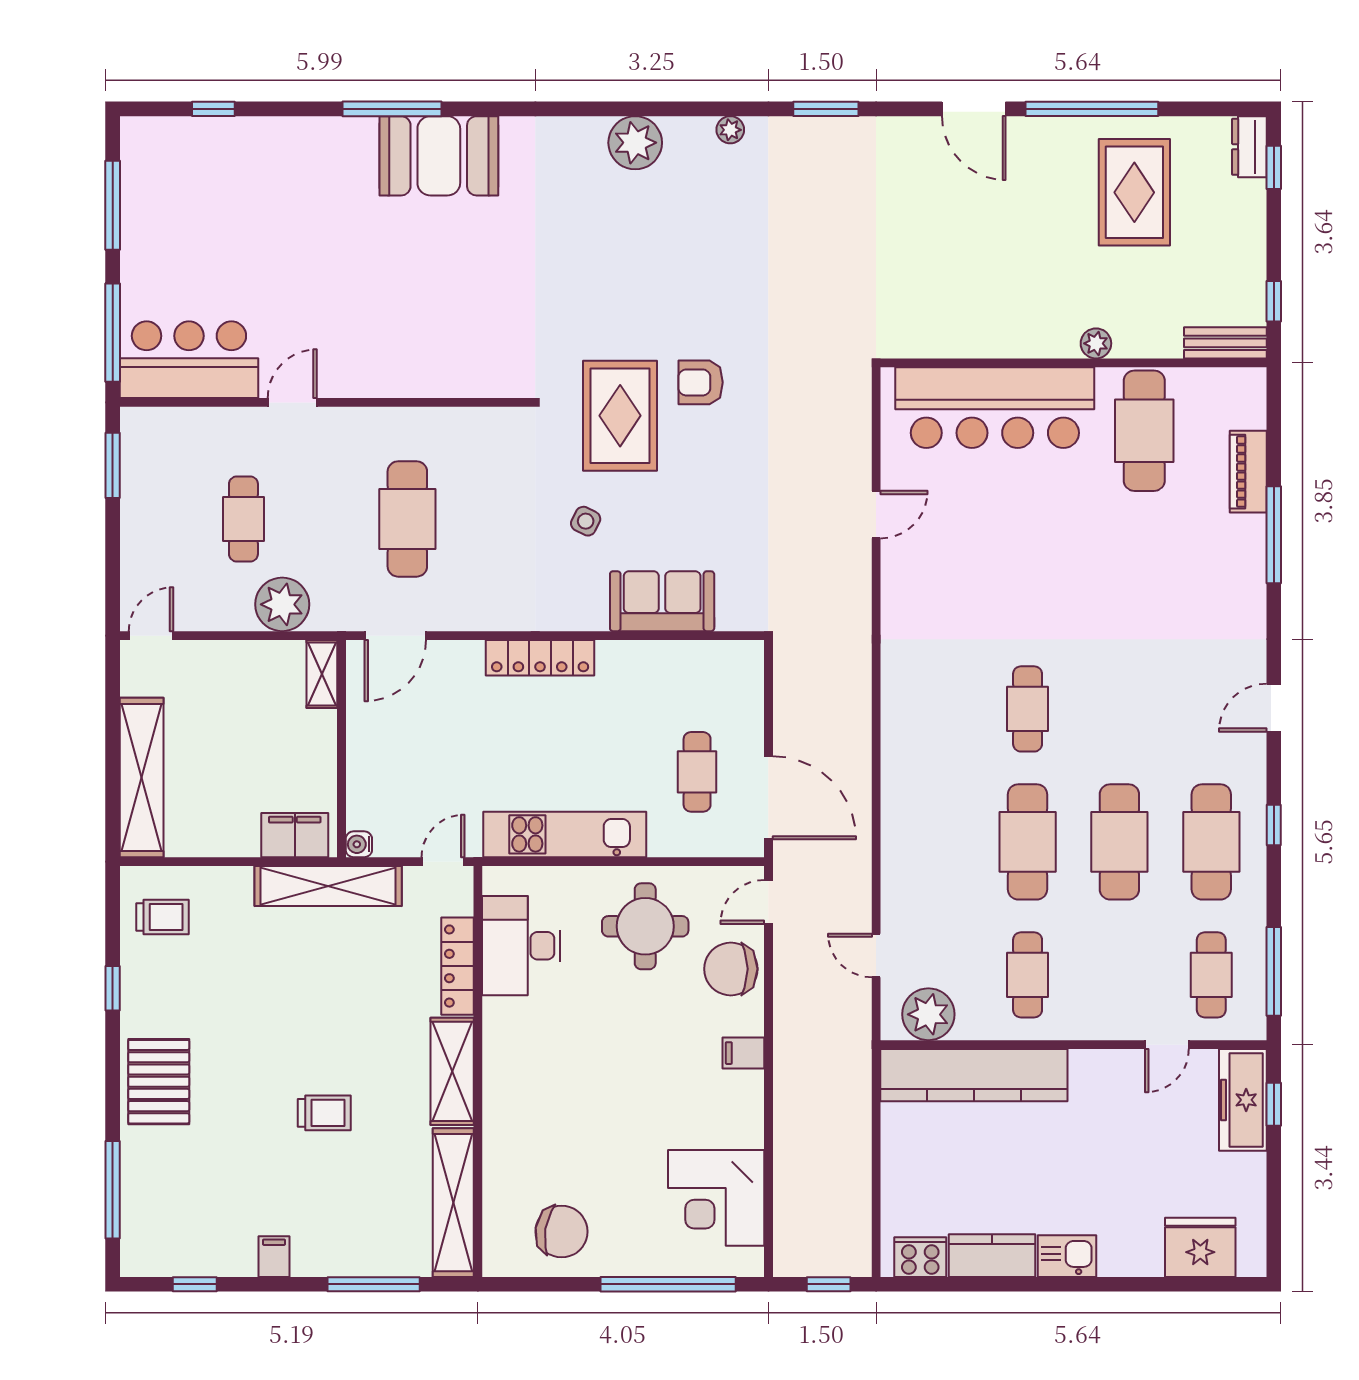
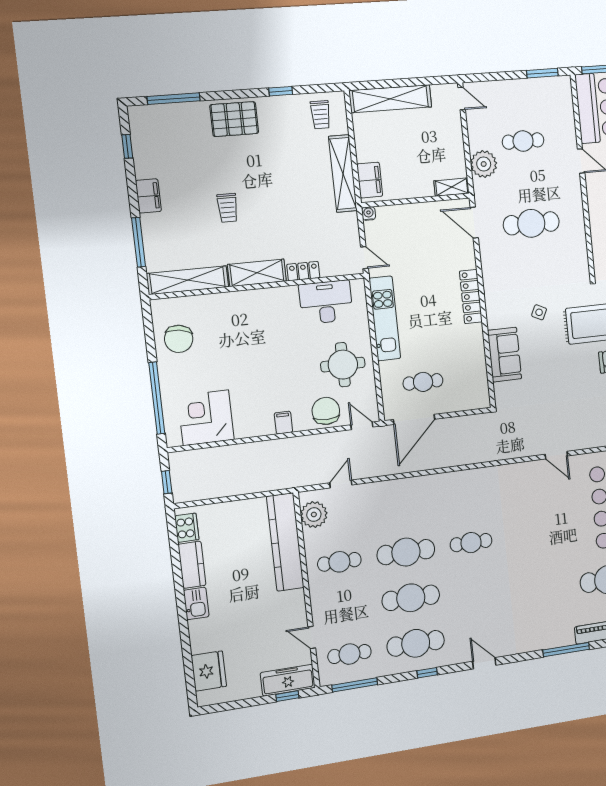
shelving: (328, 886) -> (343, 174), moved
locker: (457, 966) -> (303, 271), width x0.66
filing cabinet: (274, 1257) -> (148, 196), width x2.00

